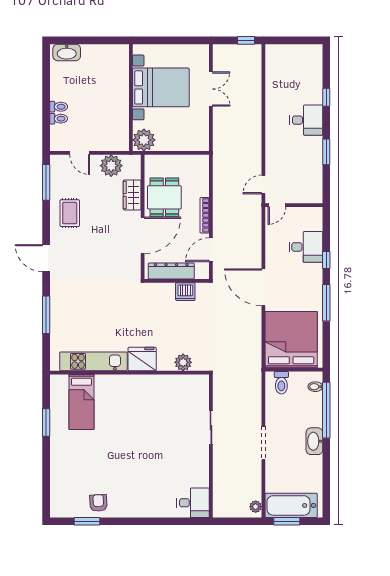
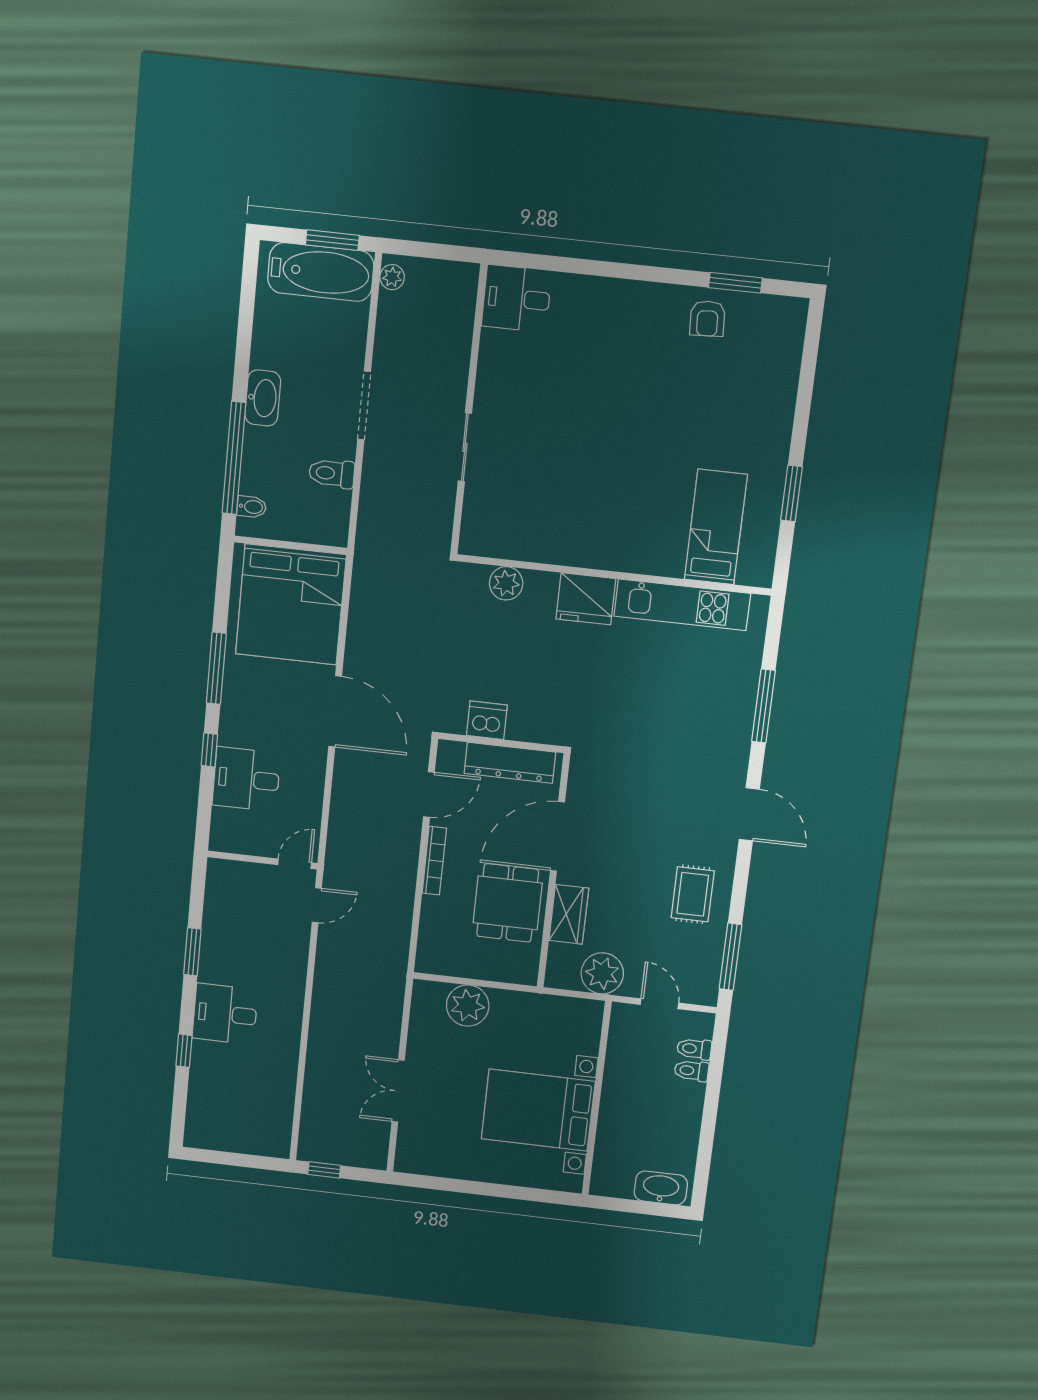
bed with nightstands: (161, 87) -> (538, 1110), moved
wall: (131, 98) -> (597, 1098), moved
toilet: (59, 107) -> (694, 1049), moved
plant: (144, 140) -> (468, 1006), moved
toilet: (281, 383) -> (332, 473), moved, turned -90

